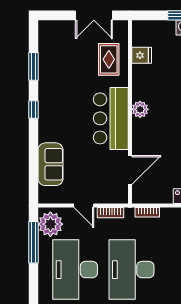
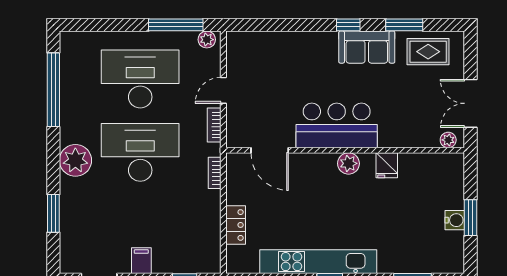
plant: (122, 33) -> (448, 140), added
fridge: (142, 55) -> (387, 165), moved
rug: (109, 59) -> (428, 52), moved
sofa: (51, 164) -> (367, 47), moved
plant: (50, 224) -> (207, 40), width x0.53, depth x0.53

